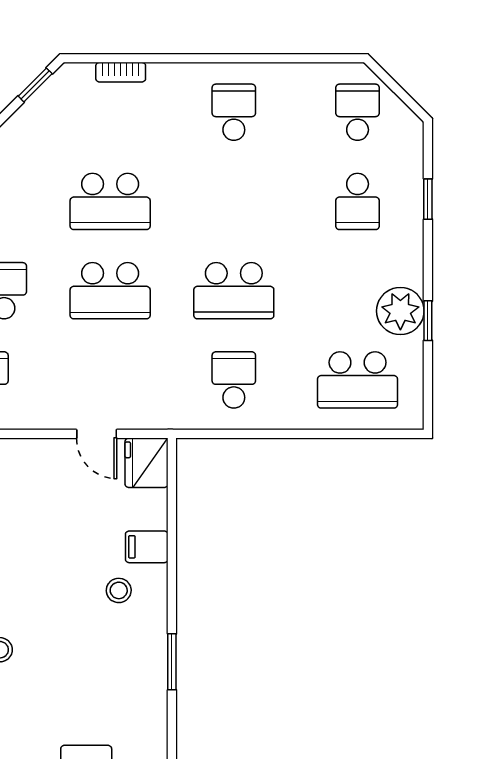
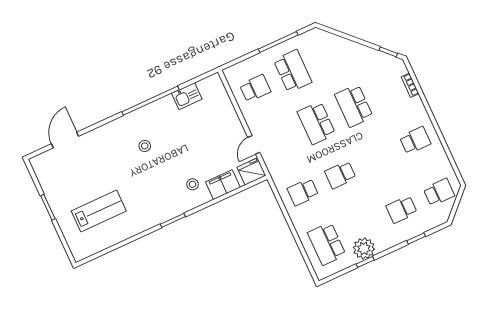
school desk: (234, 291) -> (340, 175), width x0.54
school desk: (234, 380) -> (303, 192), turned 180
filing cabinet: (147, 547) -> (223, 185), width x2.00

